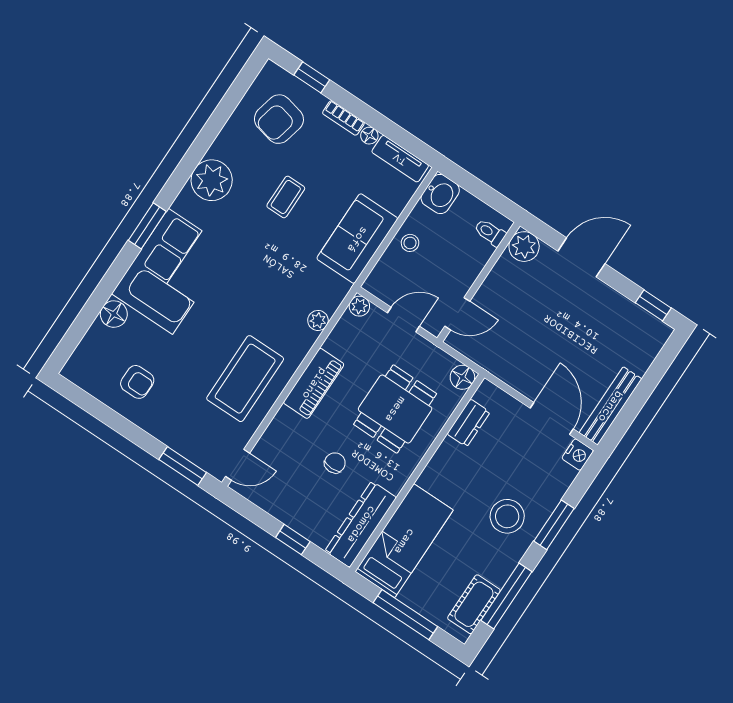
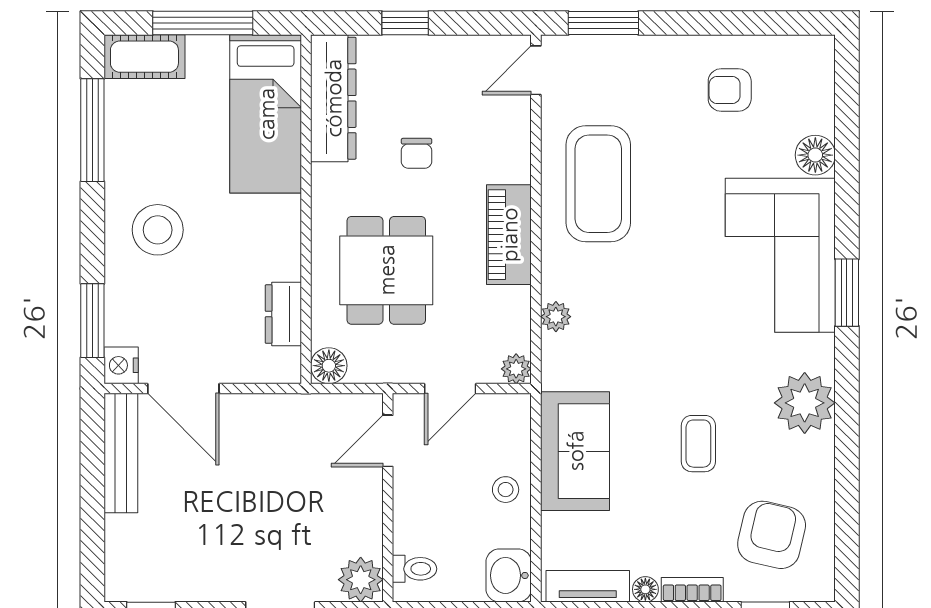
window: (554, 525) -> (92, 321), moved
cot: (474, 604) -> (144, 57), moved, turned 90

